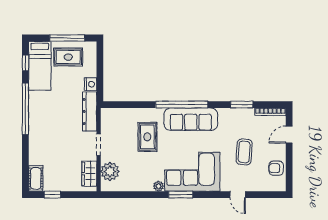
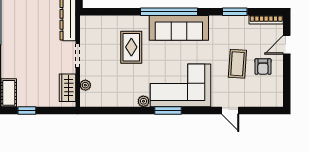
armchair: (276, 168) -> (263, 67), moved, turned -90
plant: (110, 171) -> (85, 85), width x0.53, depth x0.53

